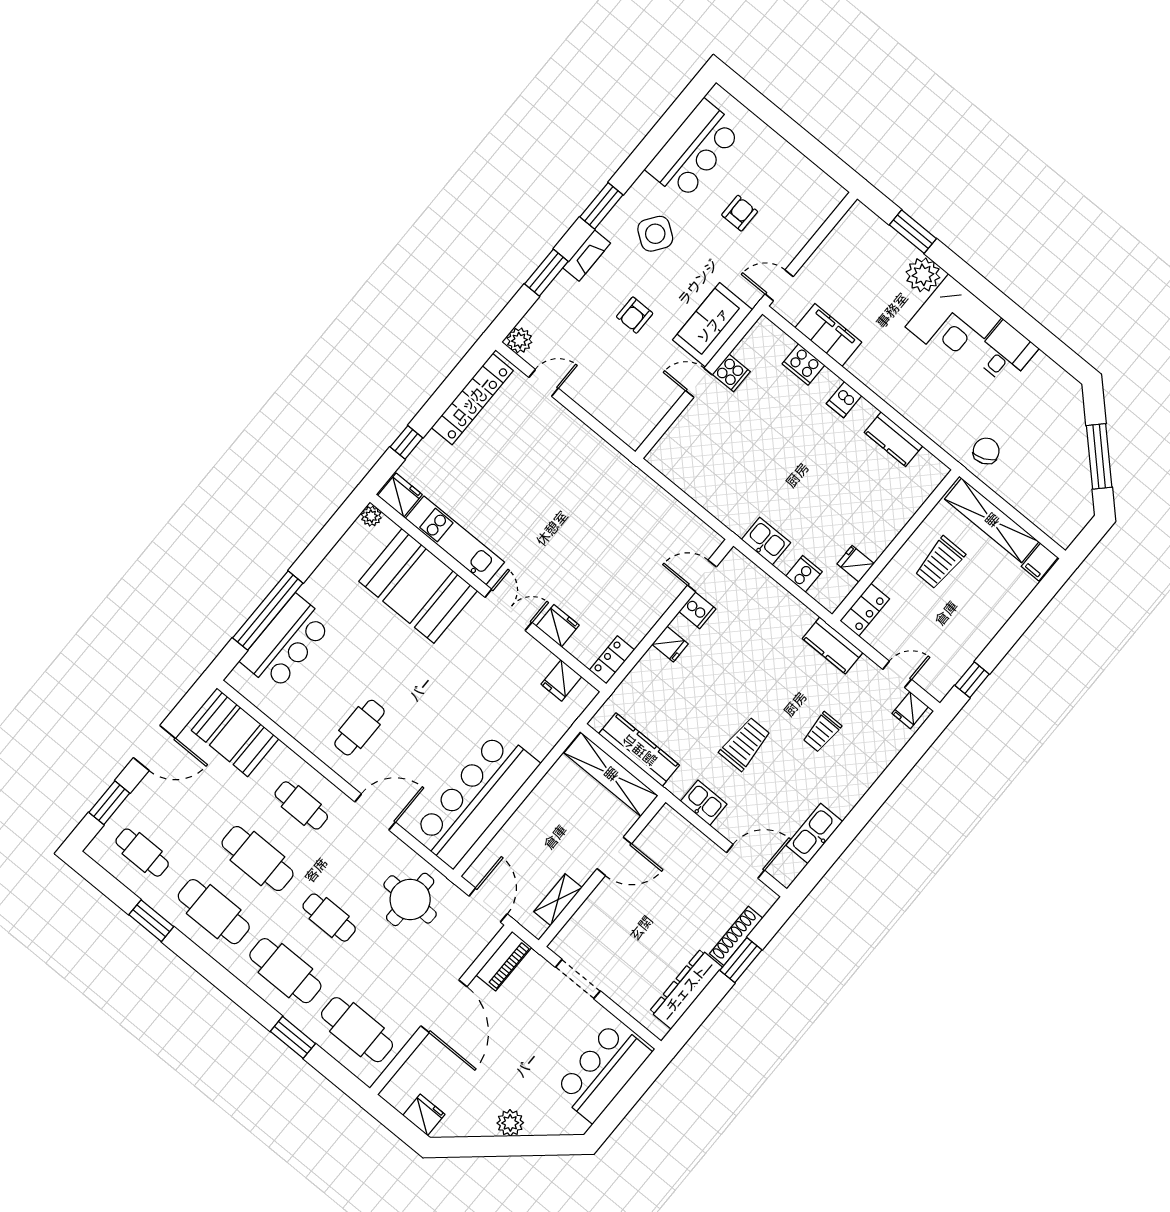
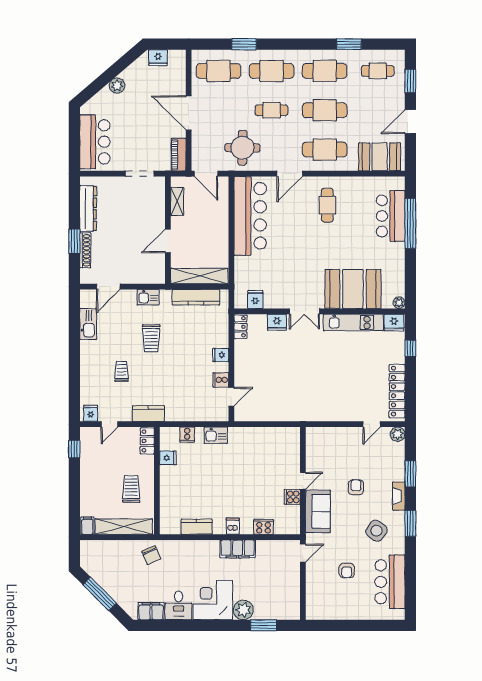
filing cabinet: (828, 335) -> (238, 549), moved
filing cabinet: (1049, 376) -> (151, 611), added
cafe table: (301, 805) -> (325, 150), width x1.37, depth x1.35

